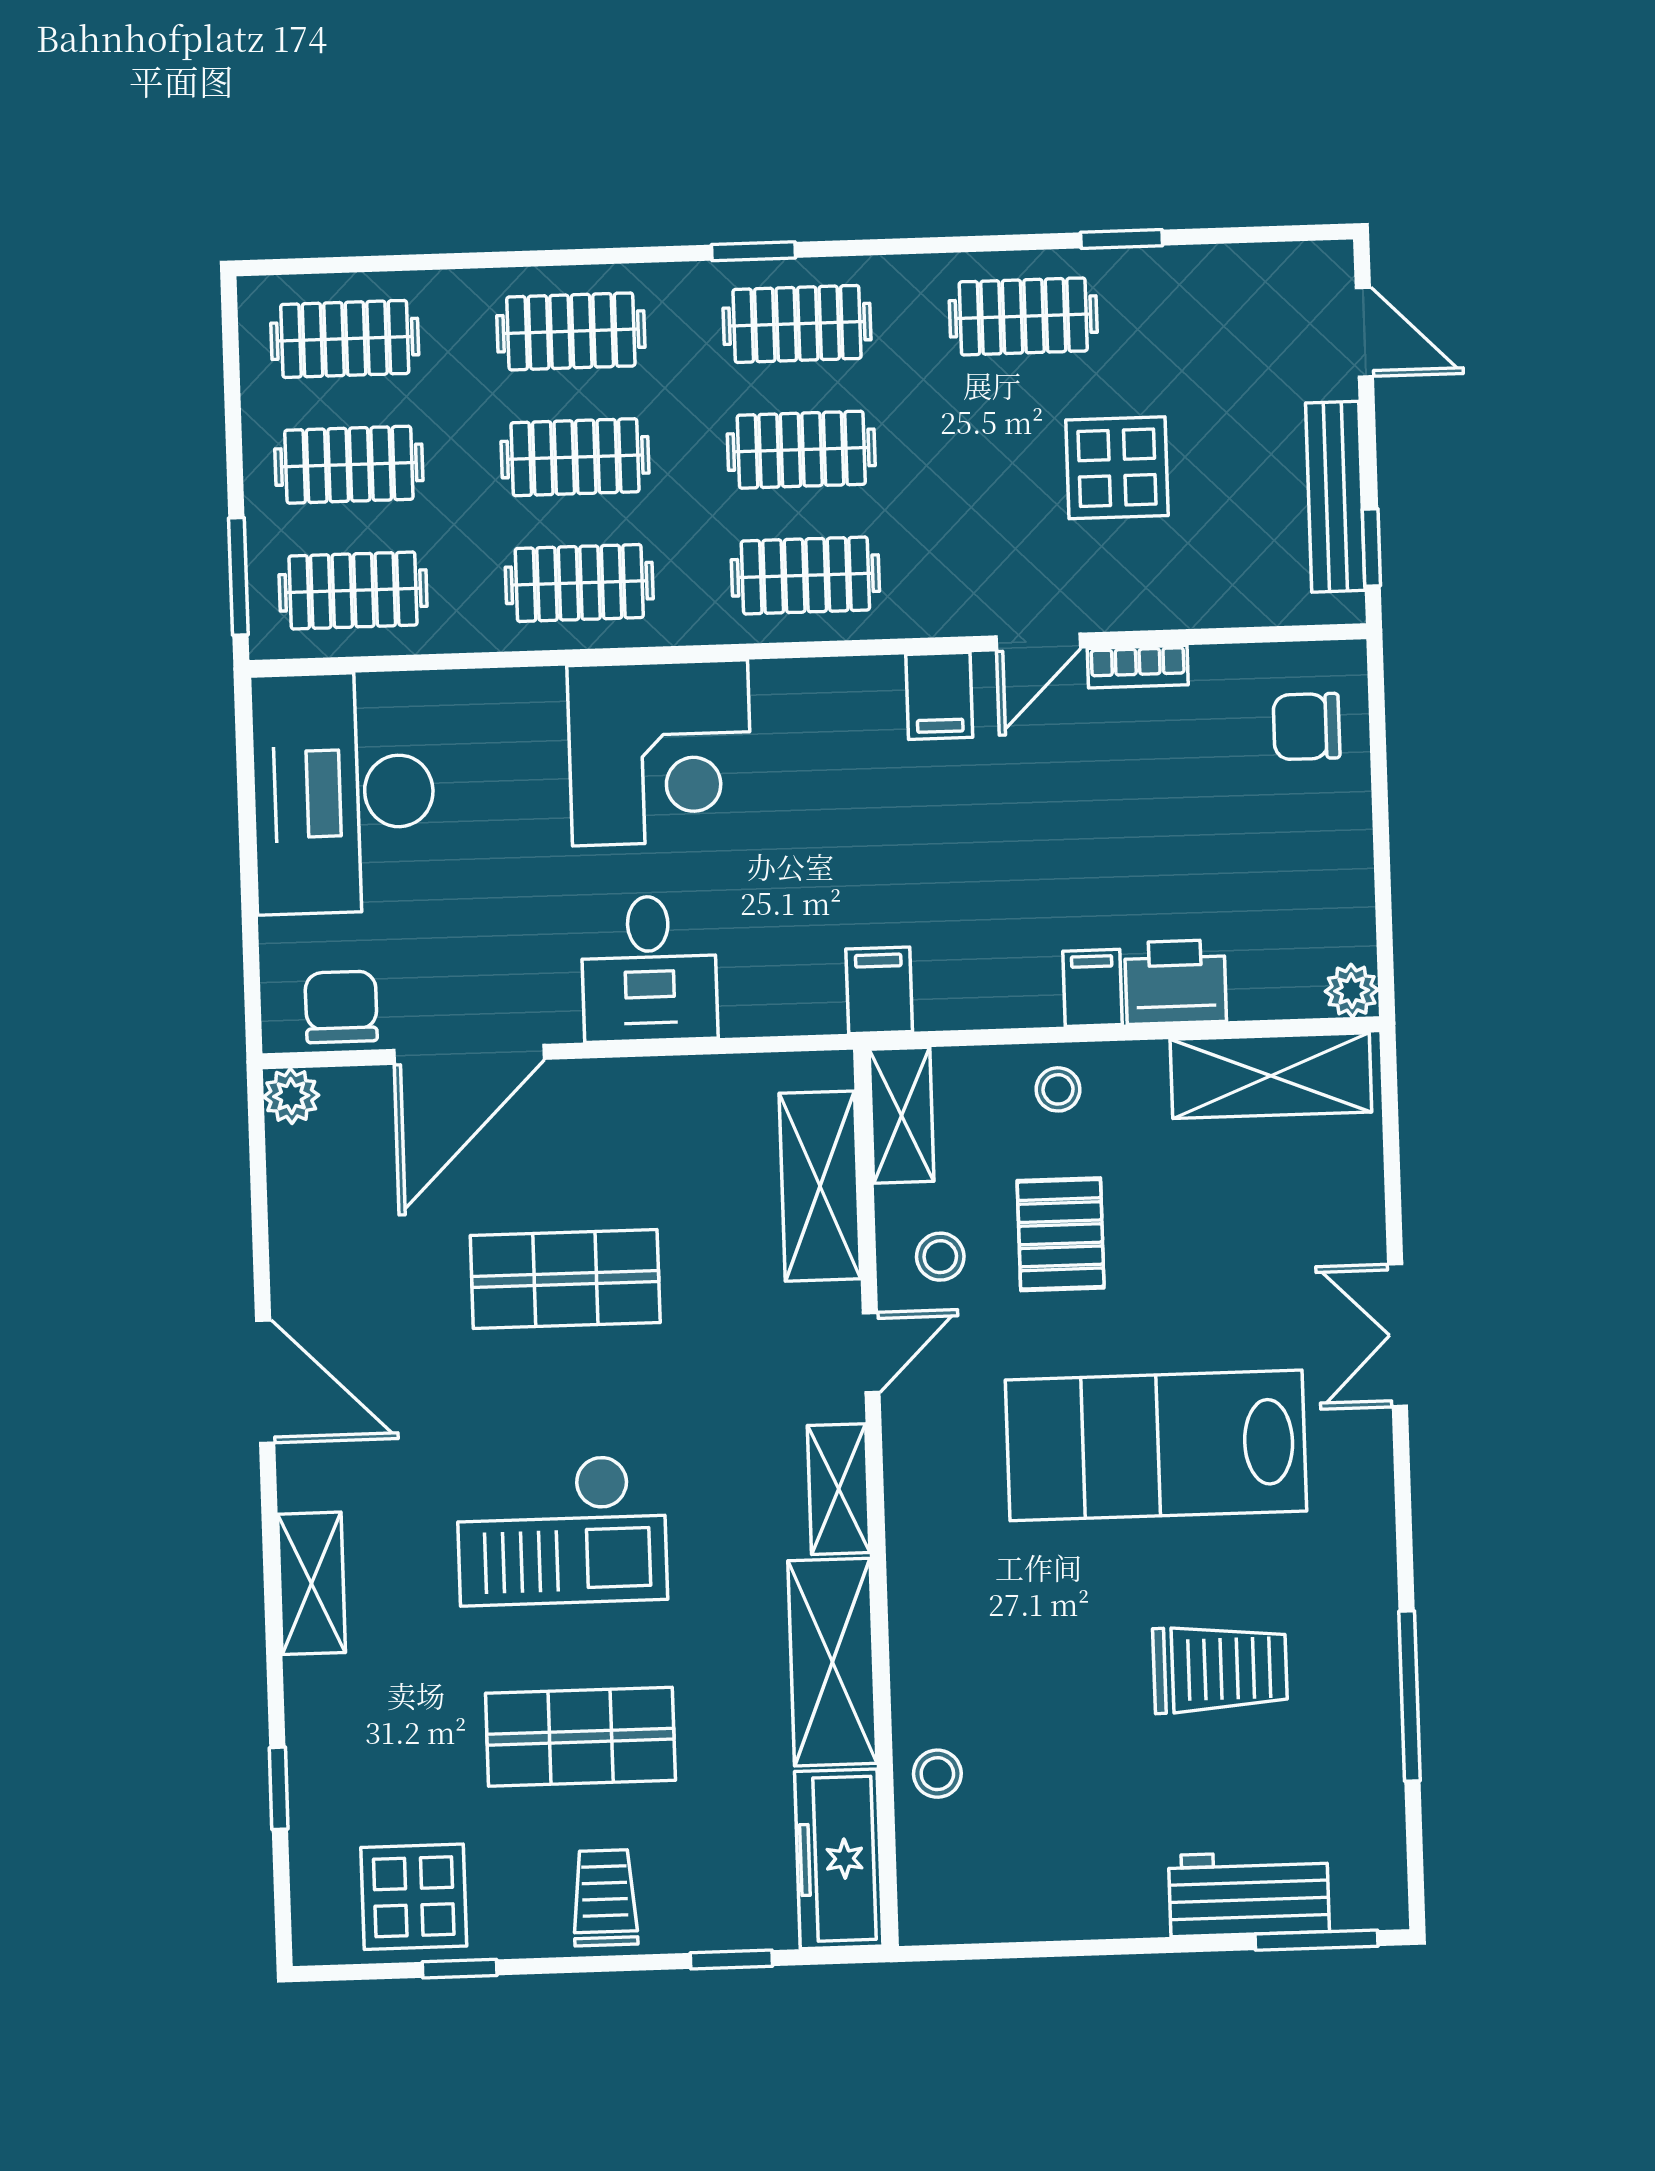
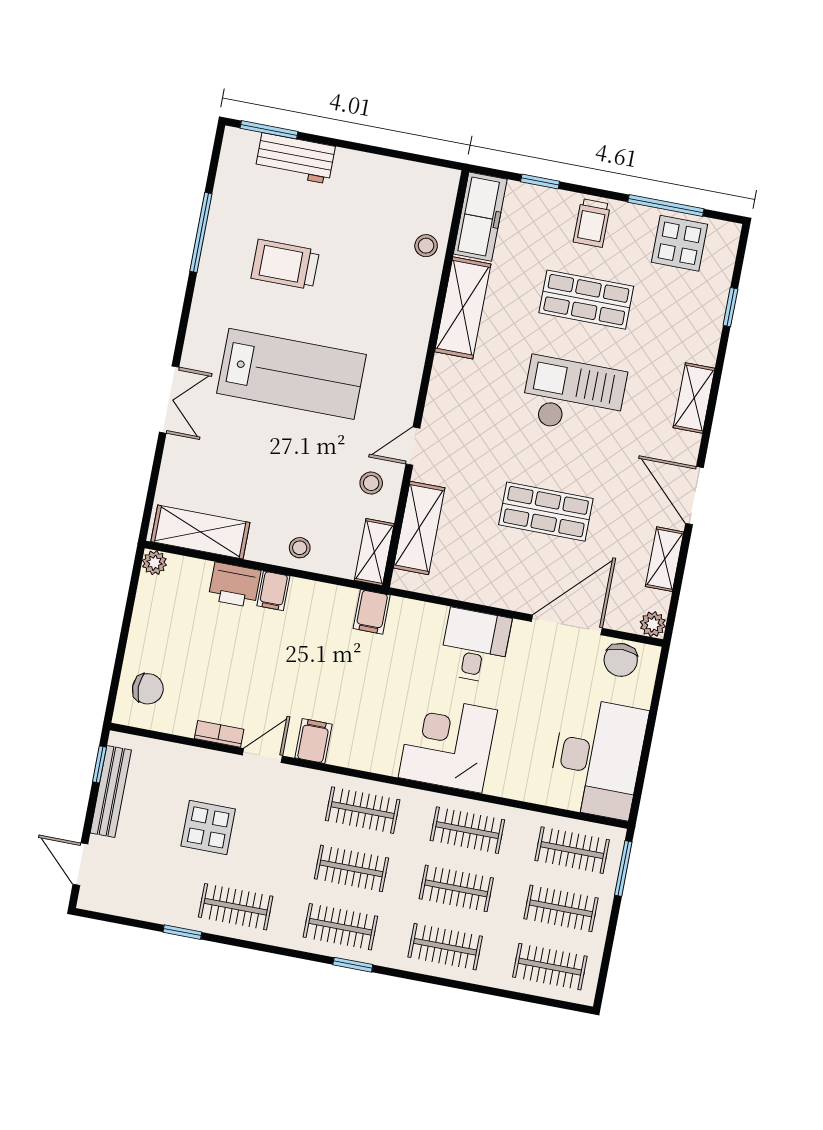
pallet: (1061, 1234) -> (314, 481), removed
shelving: (839, 1489) -> (665, 559), moved
window: (460, 1969) -> (666, 206), width x2.17

